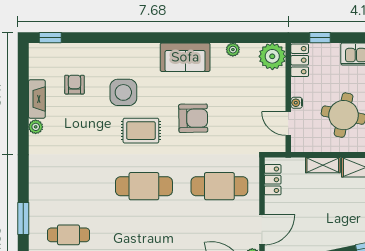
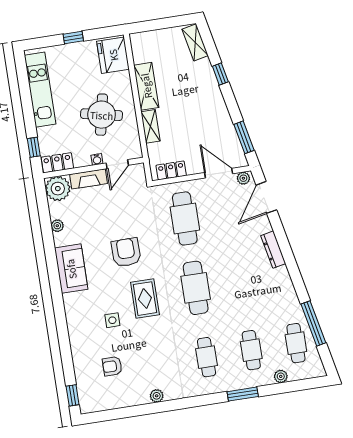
side table: (123, 92) -> (112, 320), width x0.54, depth x0.54
fireplace: (37, 99) -> (88, 179), moved, turned 180
cafe table: (68, 186) -> (206, 357), added

